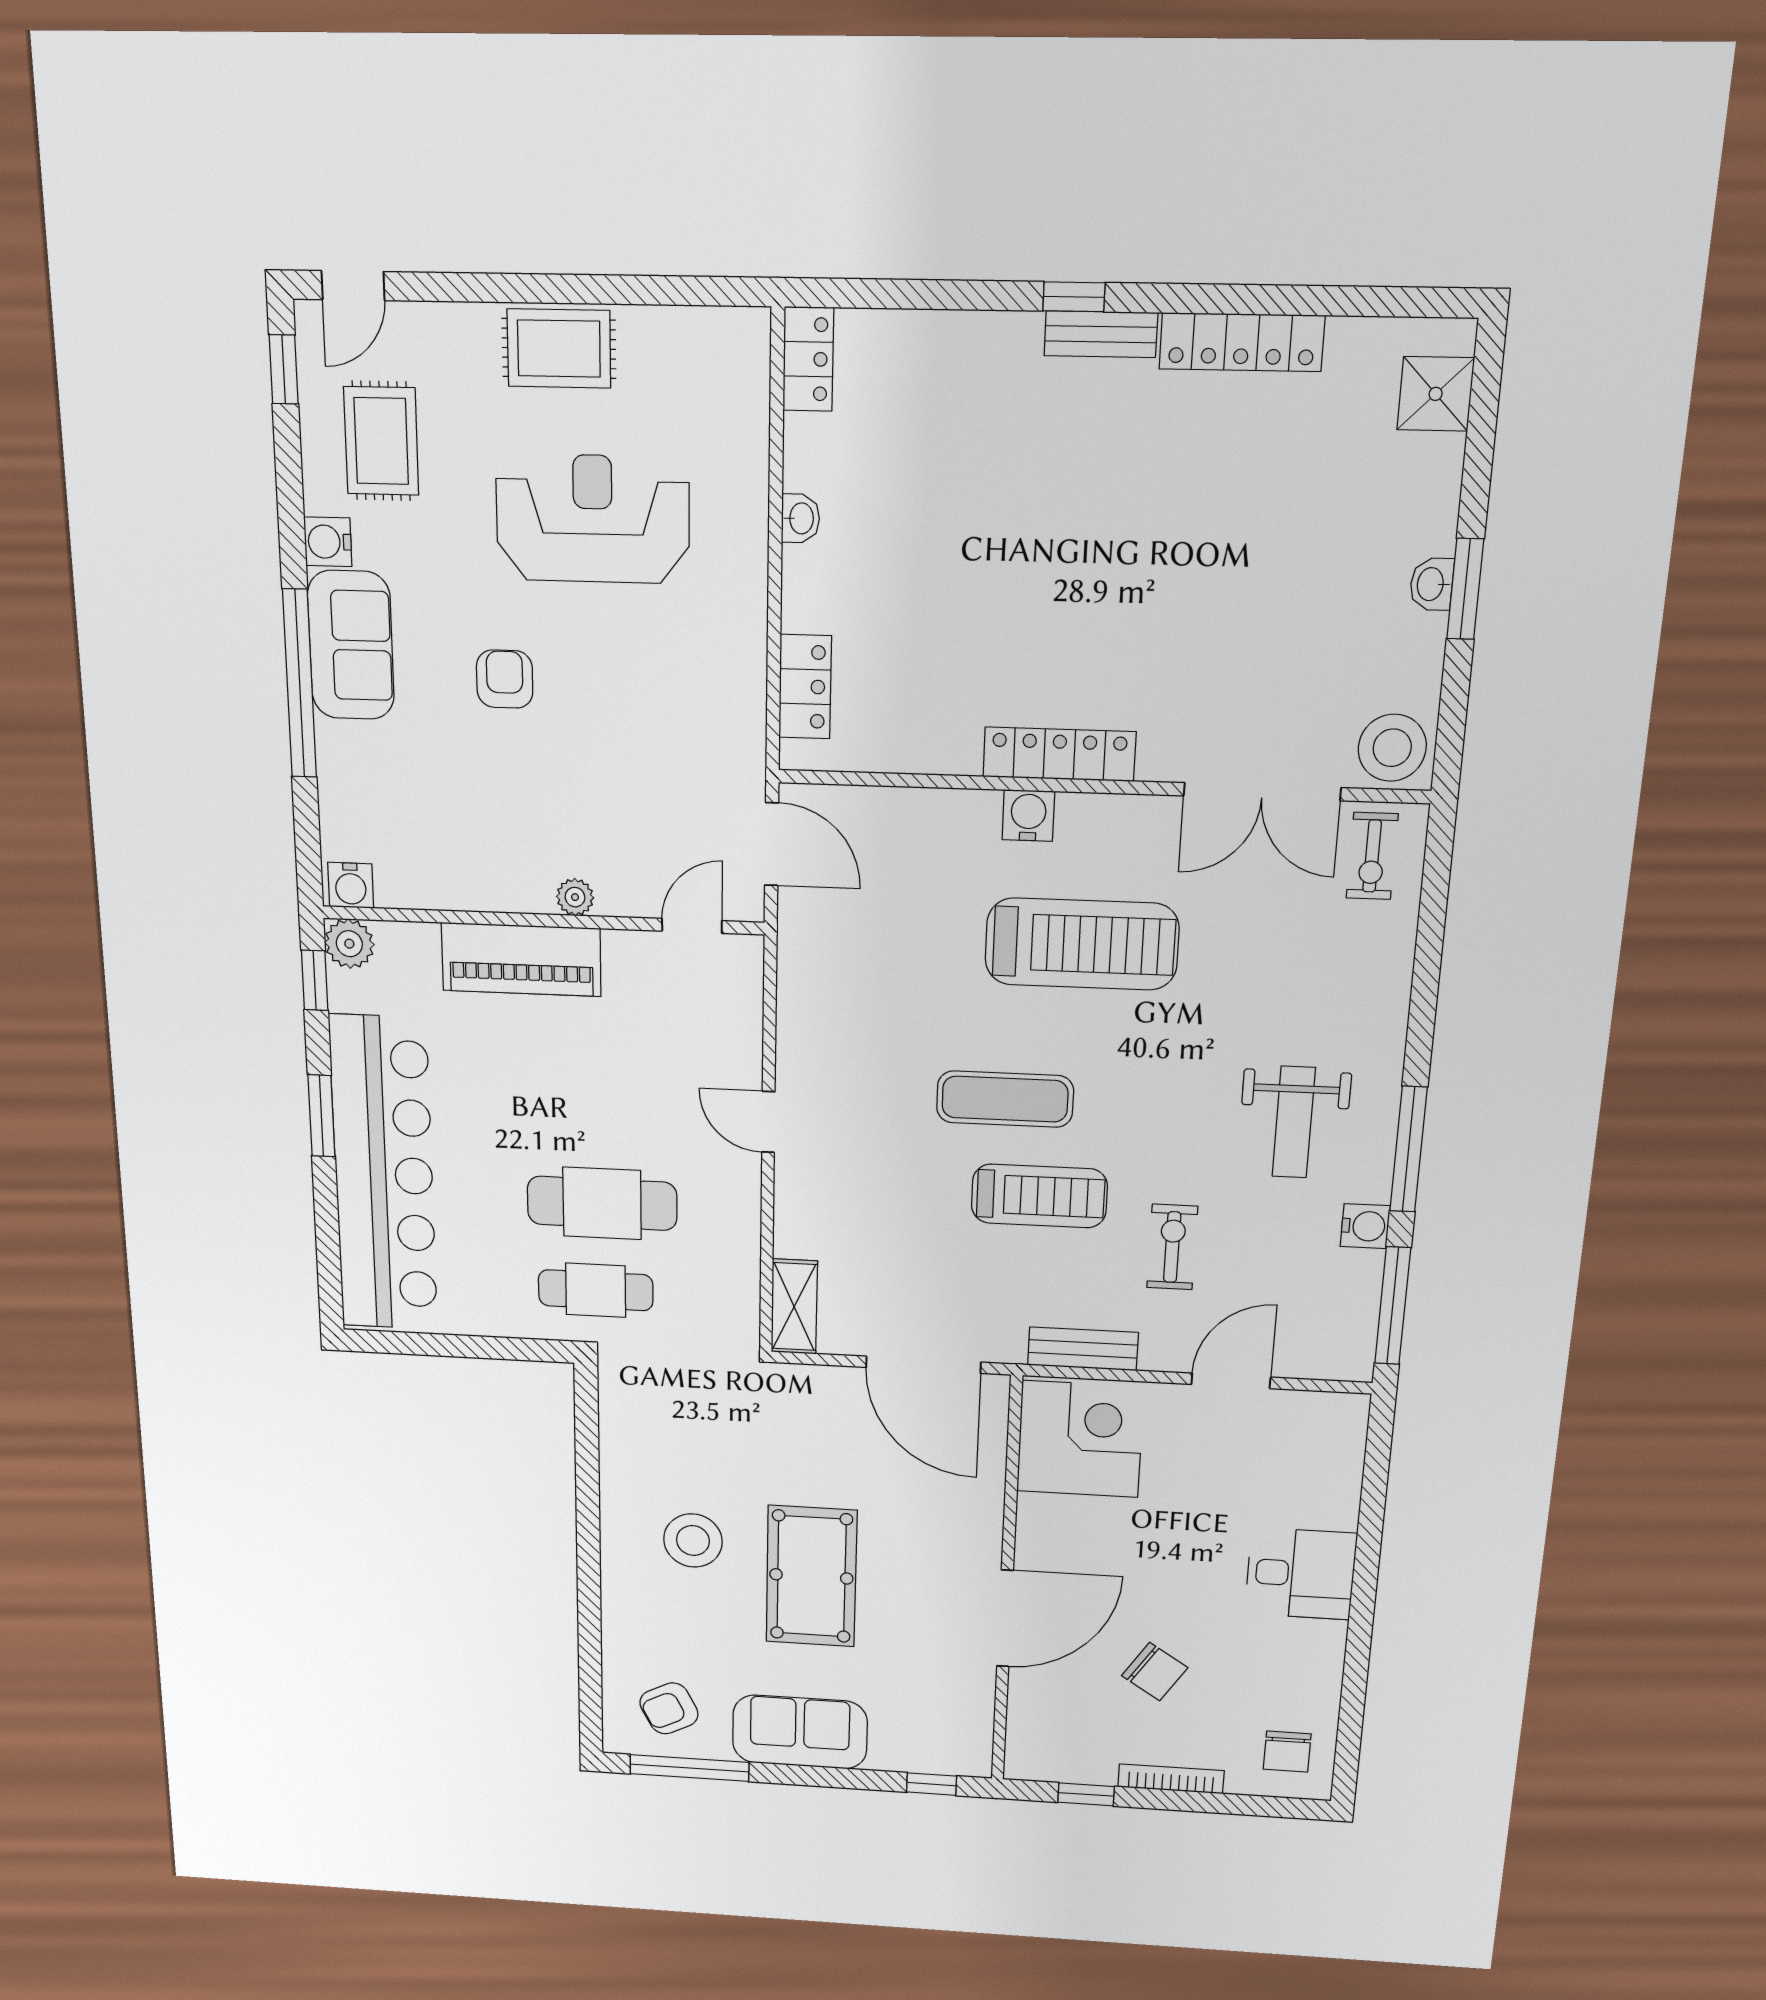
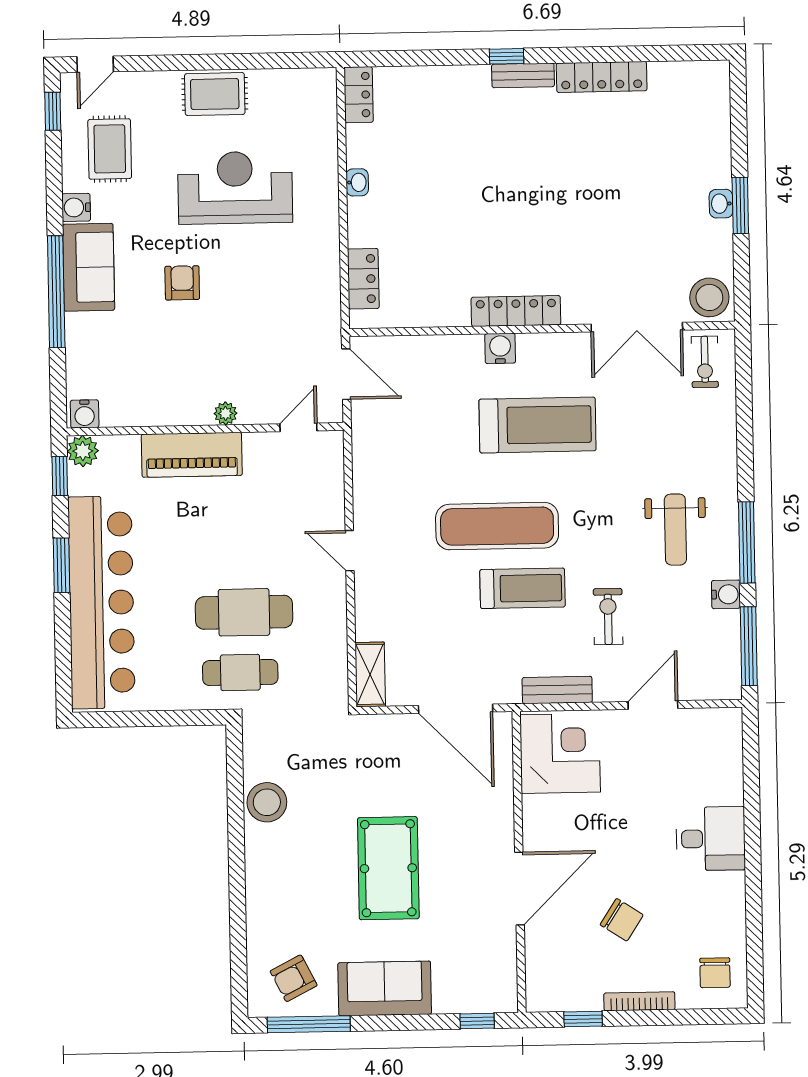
shower: (1436, 394) -> (711, 100), removed
exercise mat: (1005, 1099) -> (497, 526), width x1.36, depth x1.45
stool: (693, 1540) -> (267, 802), moved

